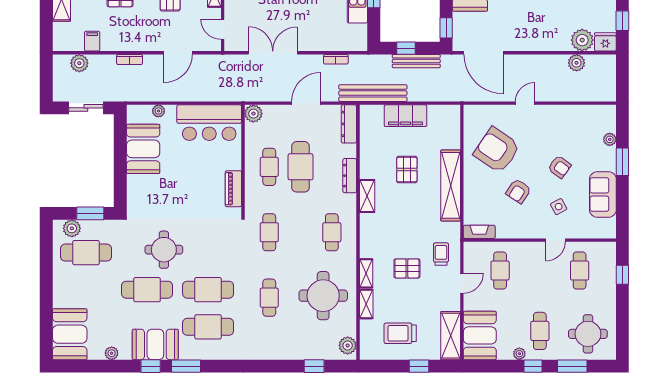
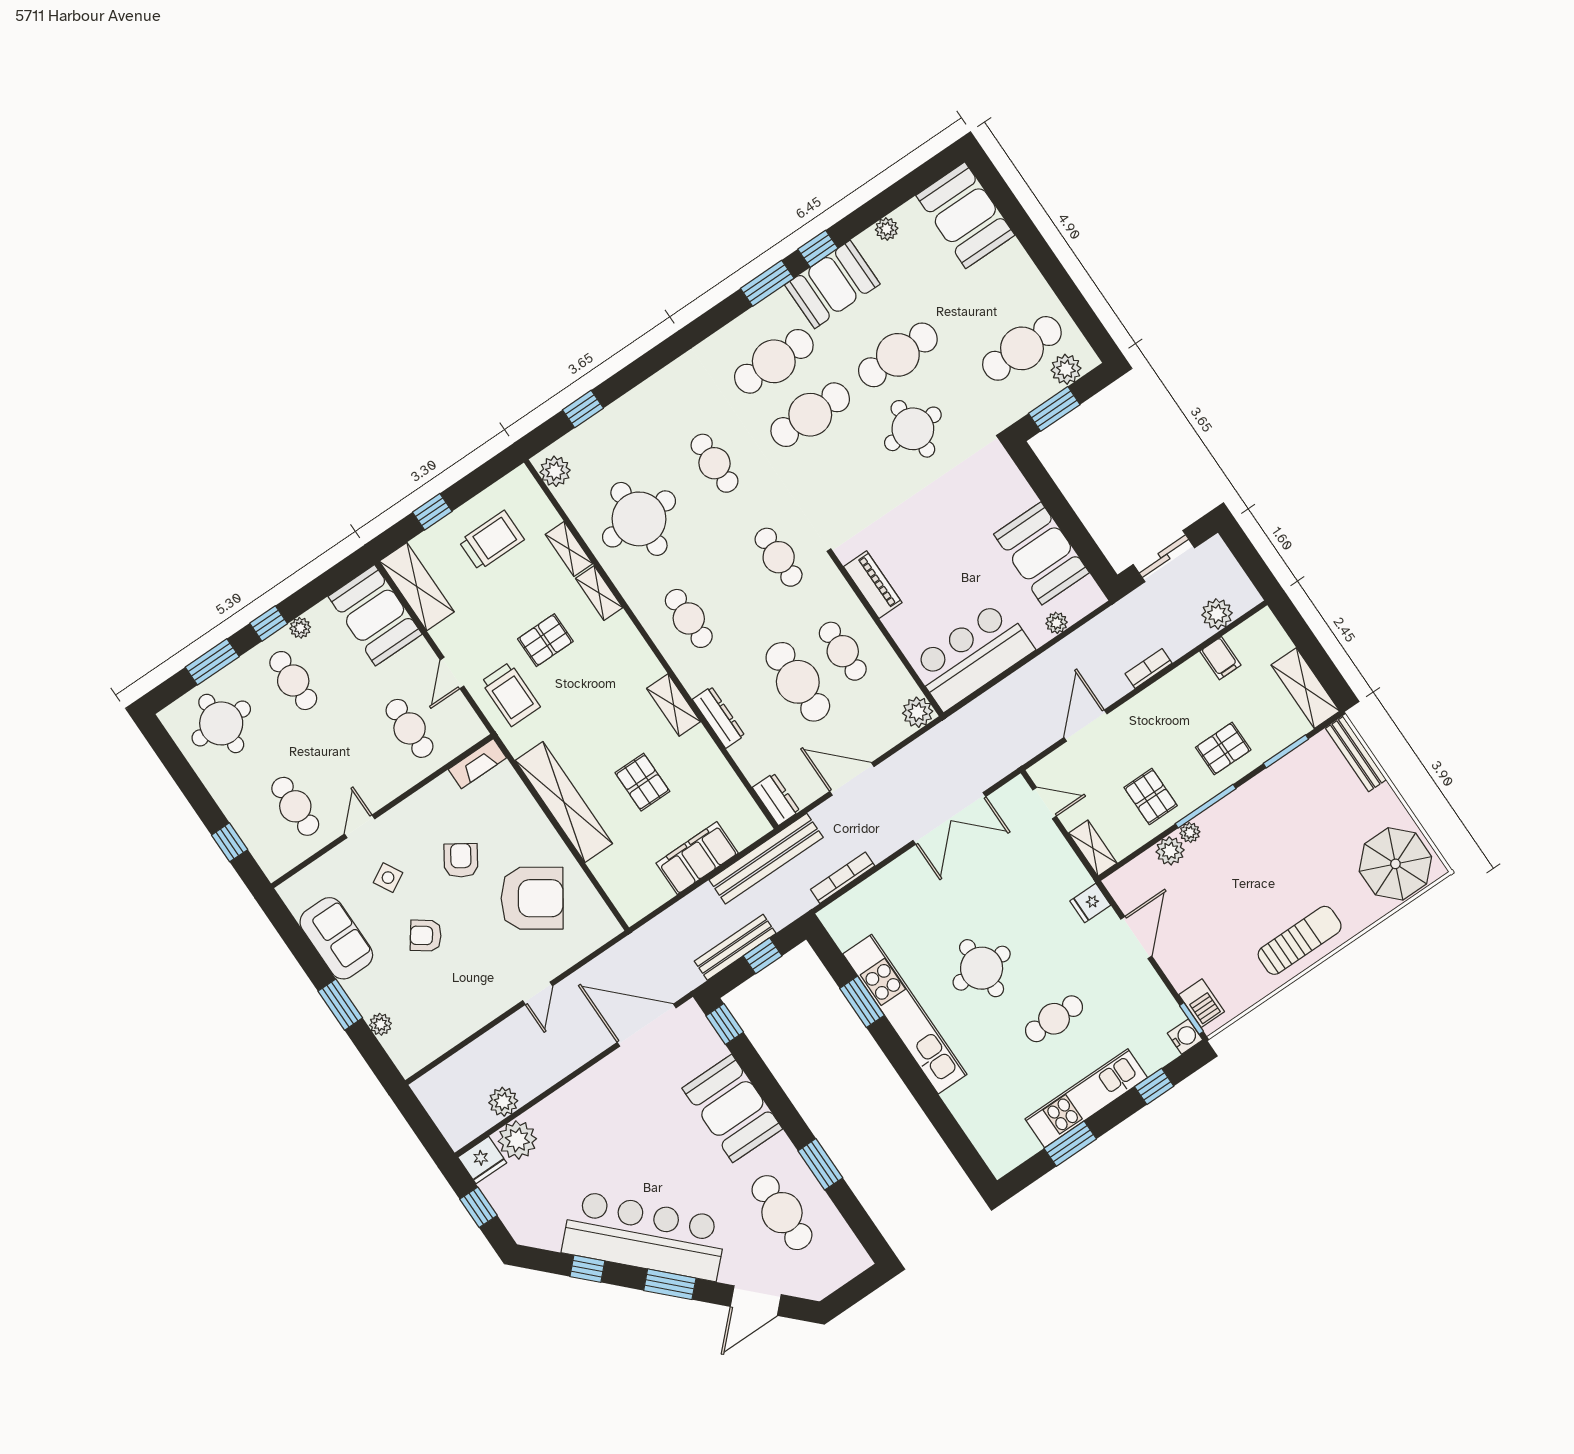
bookcase: (336, 59) -> (843, 878), width x1.56
door: (306, 103) -> (852, 779), swing flipped
dresser: (349, 124) -> (776, 799), width x0.70
trolley: (441, 254) -> (511, 694), width x1.36, depth x1.39

